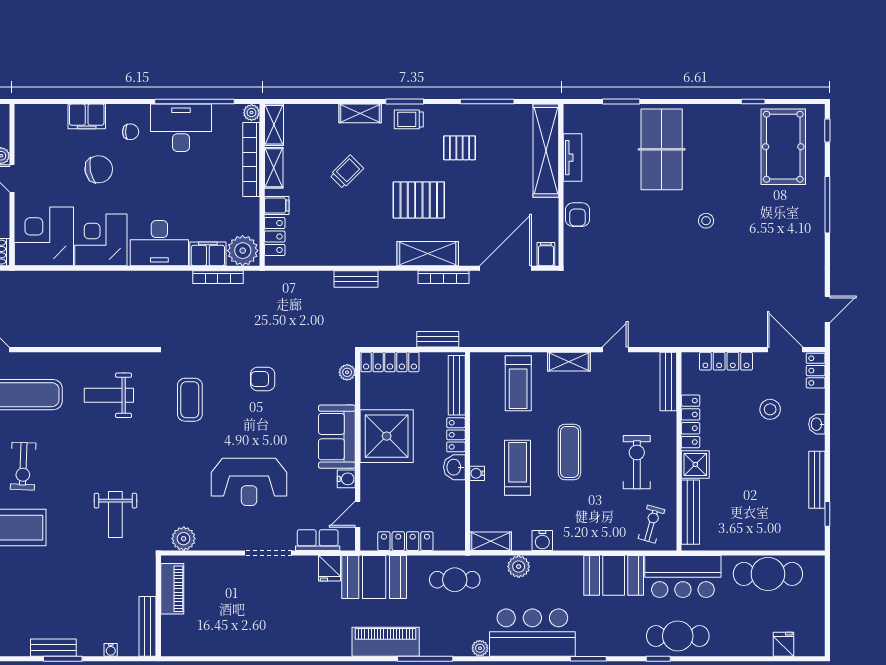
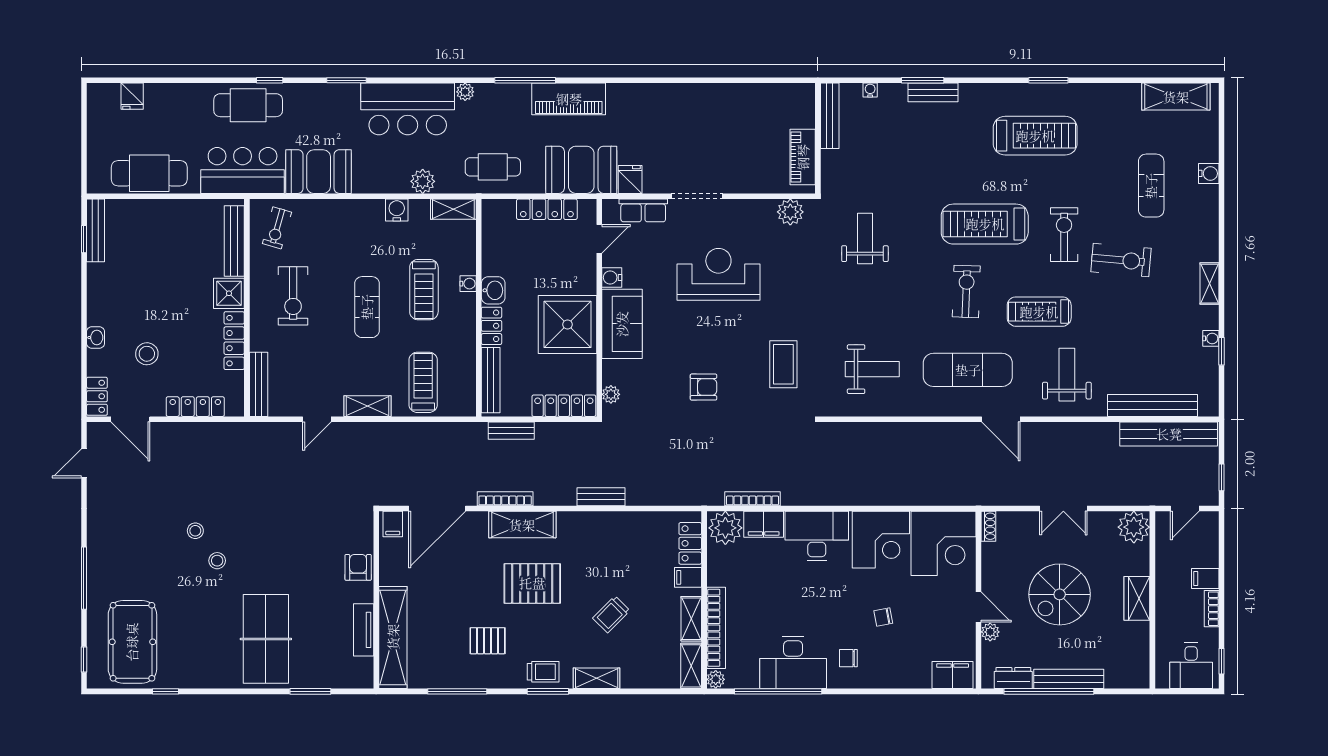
filing cabinet: (87, 116) -> (953, 675), moved
chair: (99, 169) -> (883, 617), width x0.54, depth x0.54
stool: (726, 248) -> (195, 531), added
bench: (817, 480) -> (95, 230), moved

